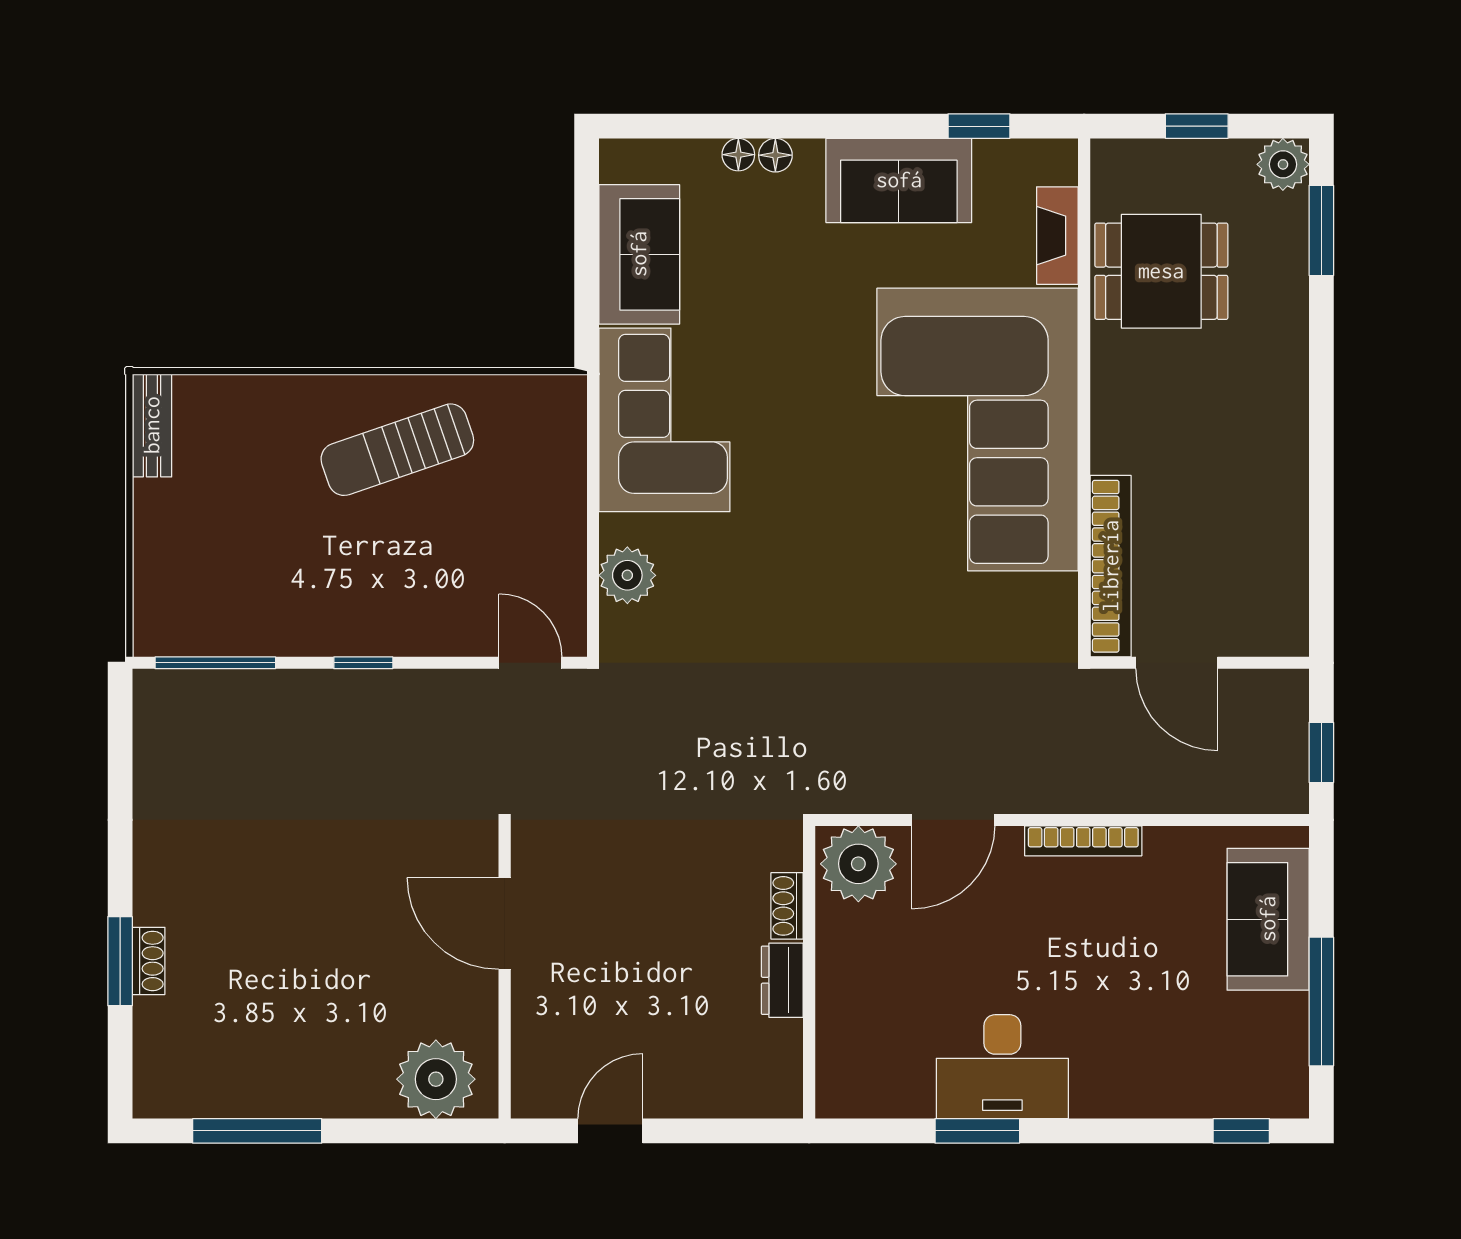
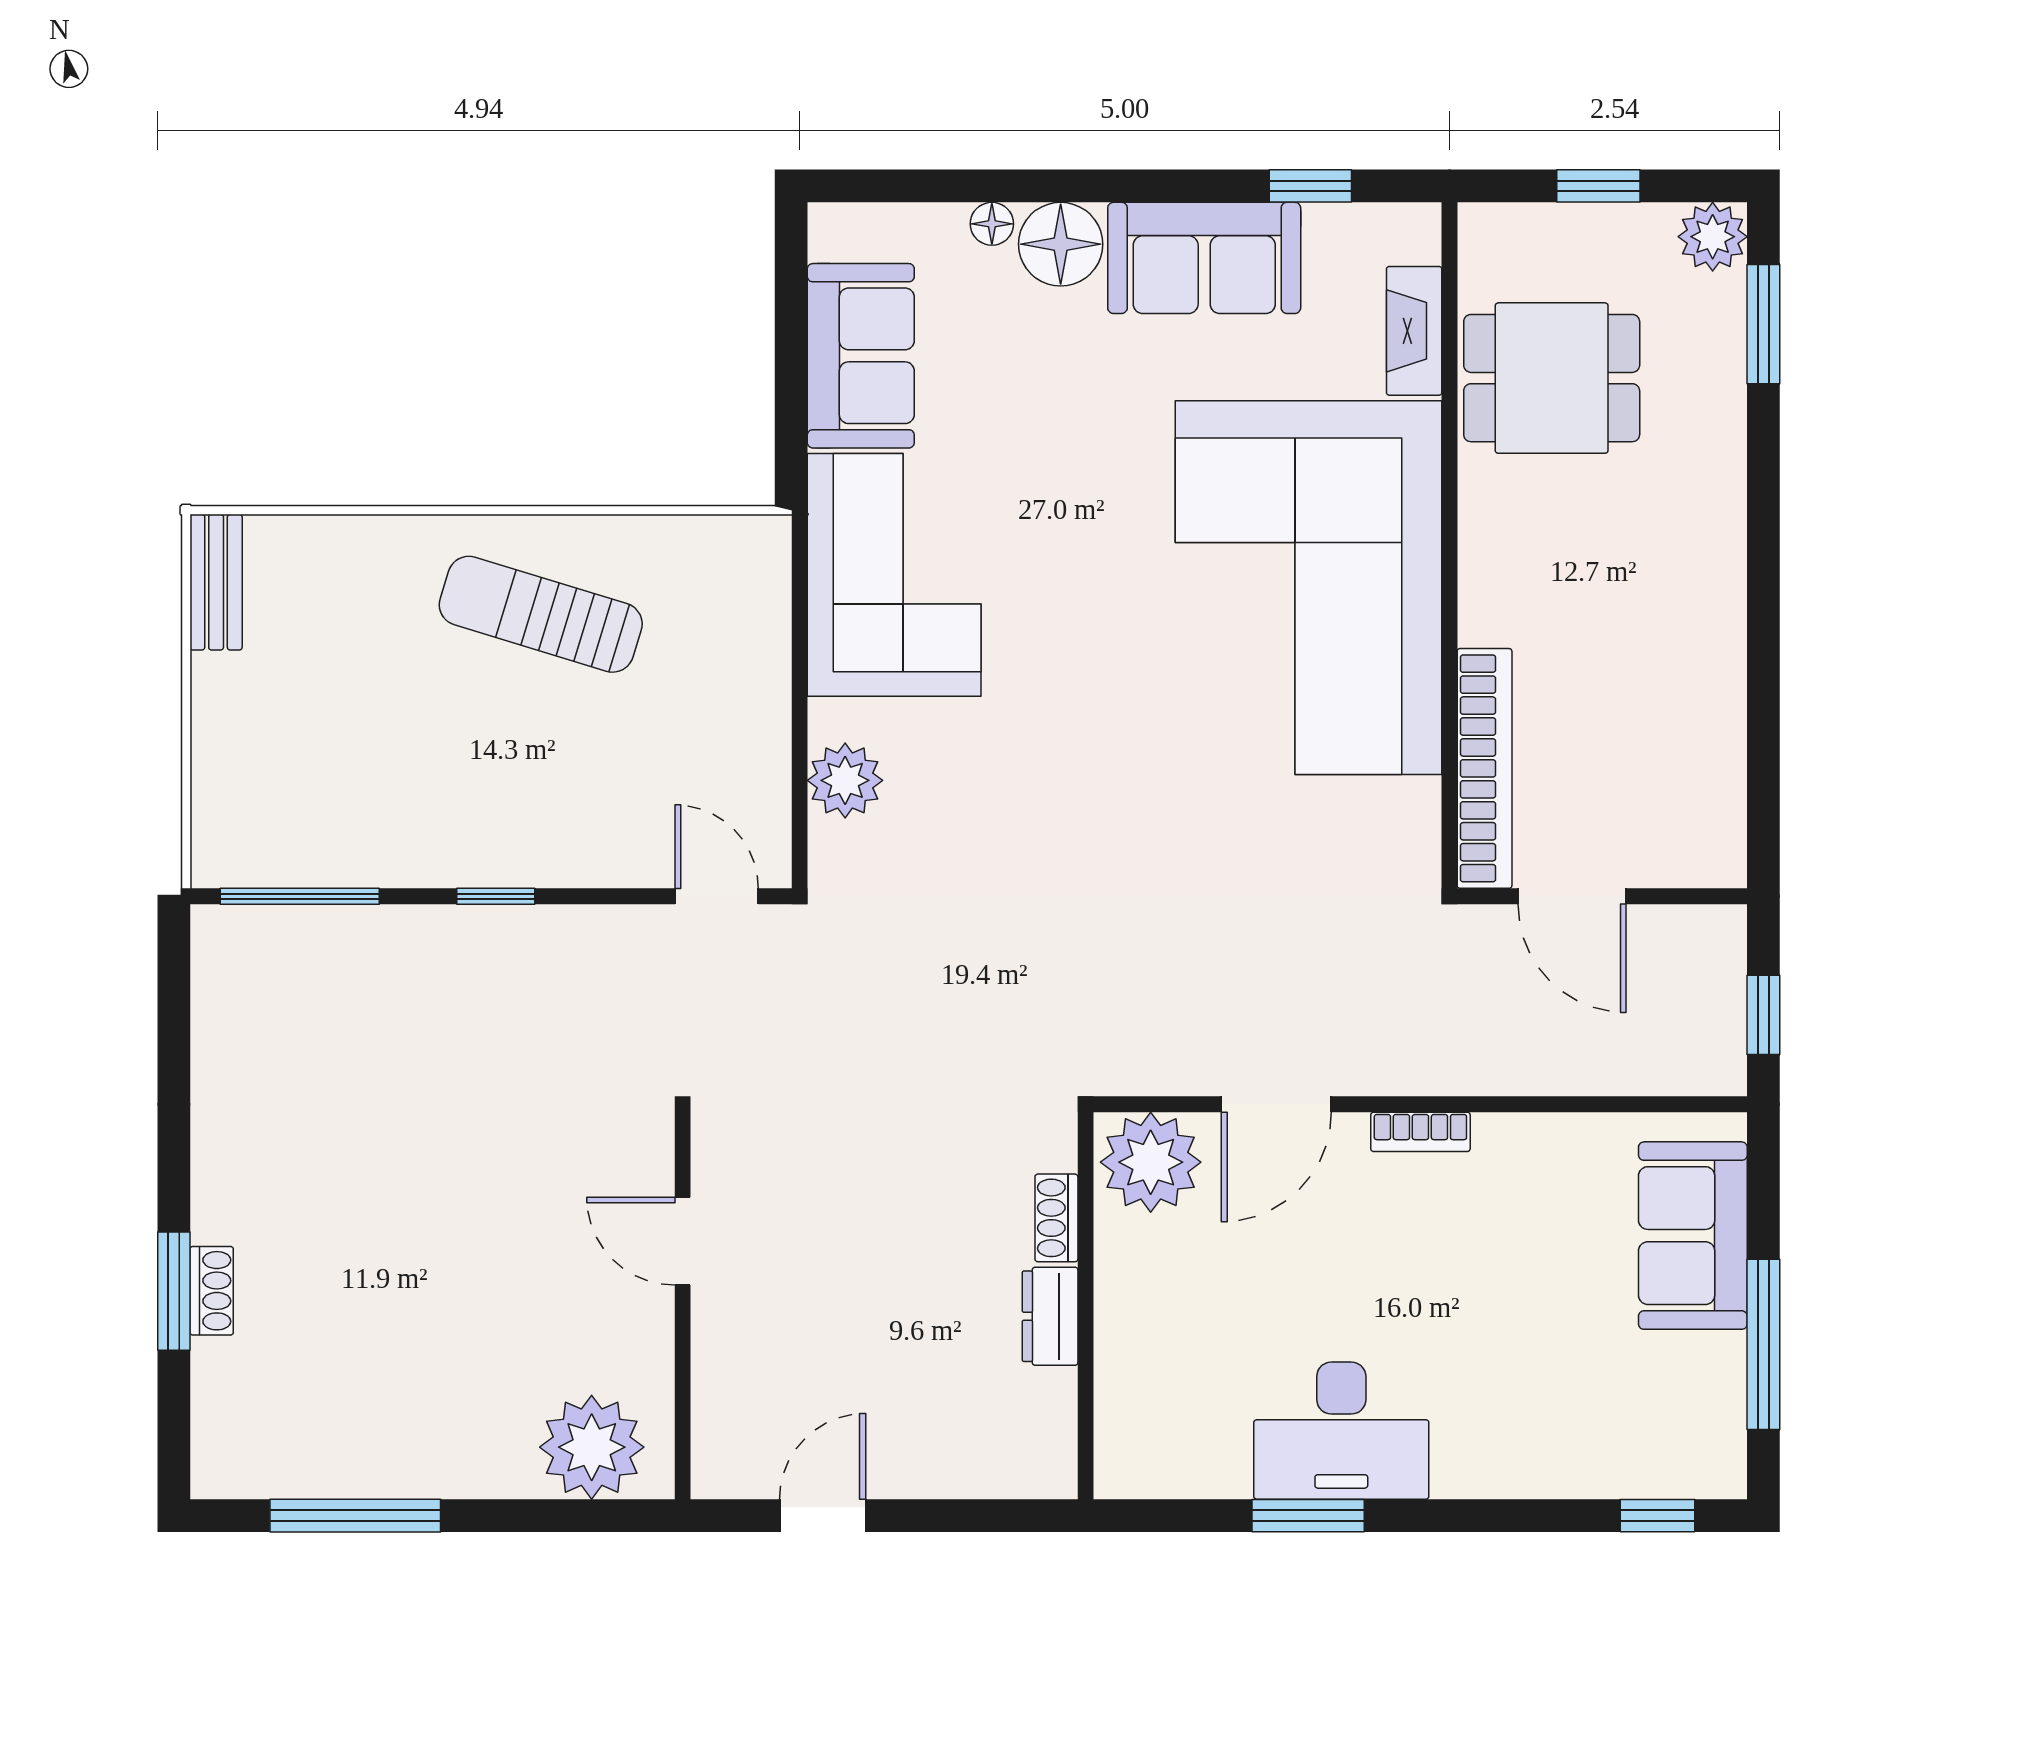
floor lamp: (775, 155) -> (1061, 244), width x1.89, depth x1.89
sun lounger: (397, 450) -> (541, 614), turned 36
bookcase: (1083, 841) -> (1420, 1132), width x0.64
door: (505, 923) -> (683, 1241), width x0.73

